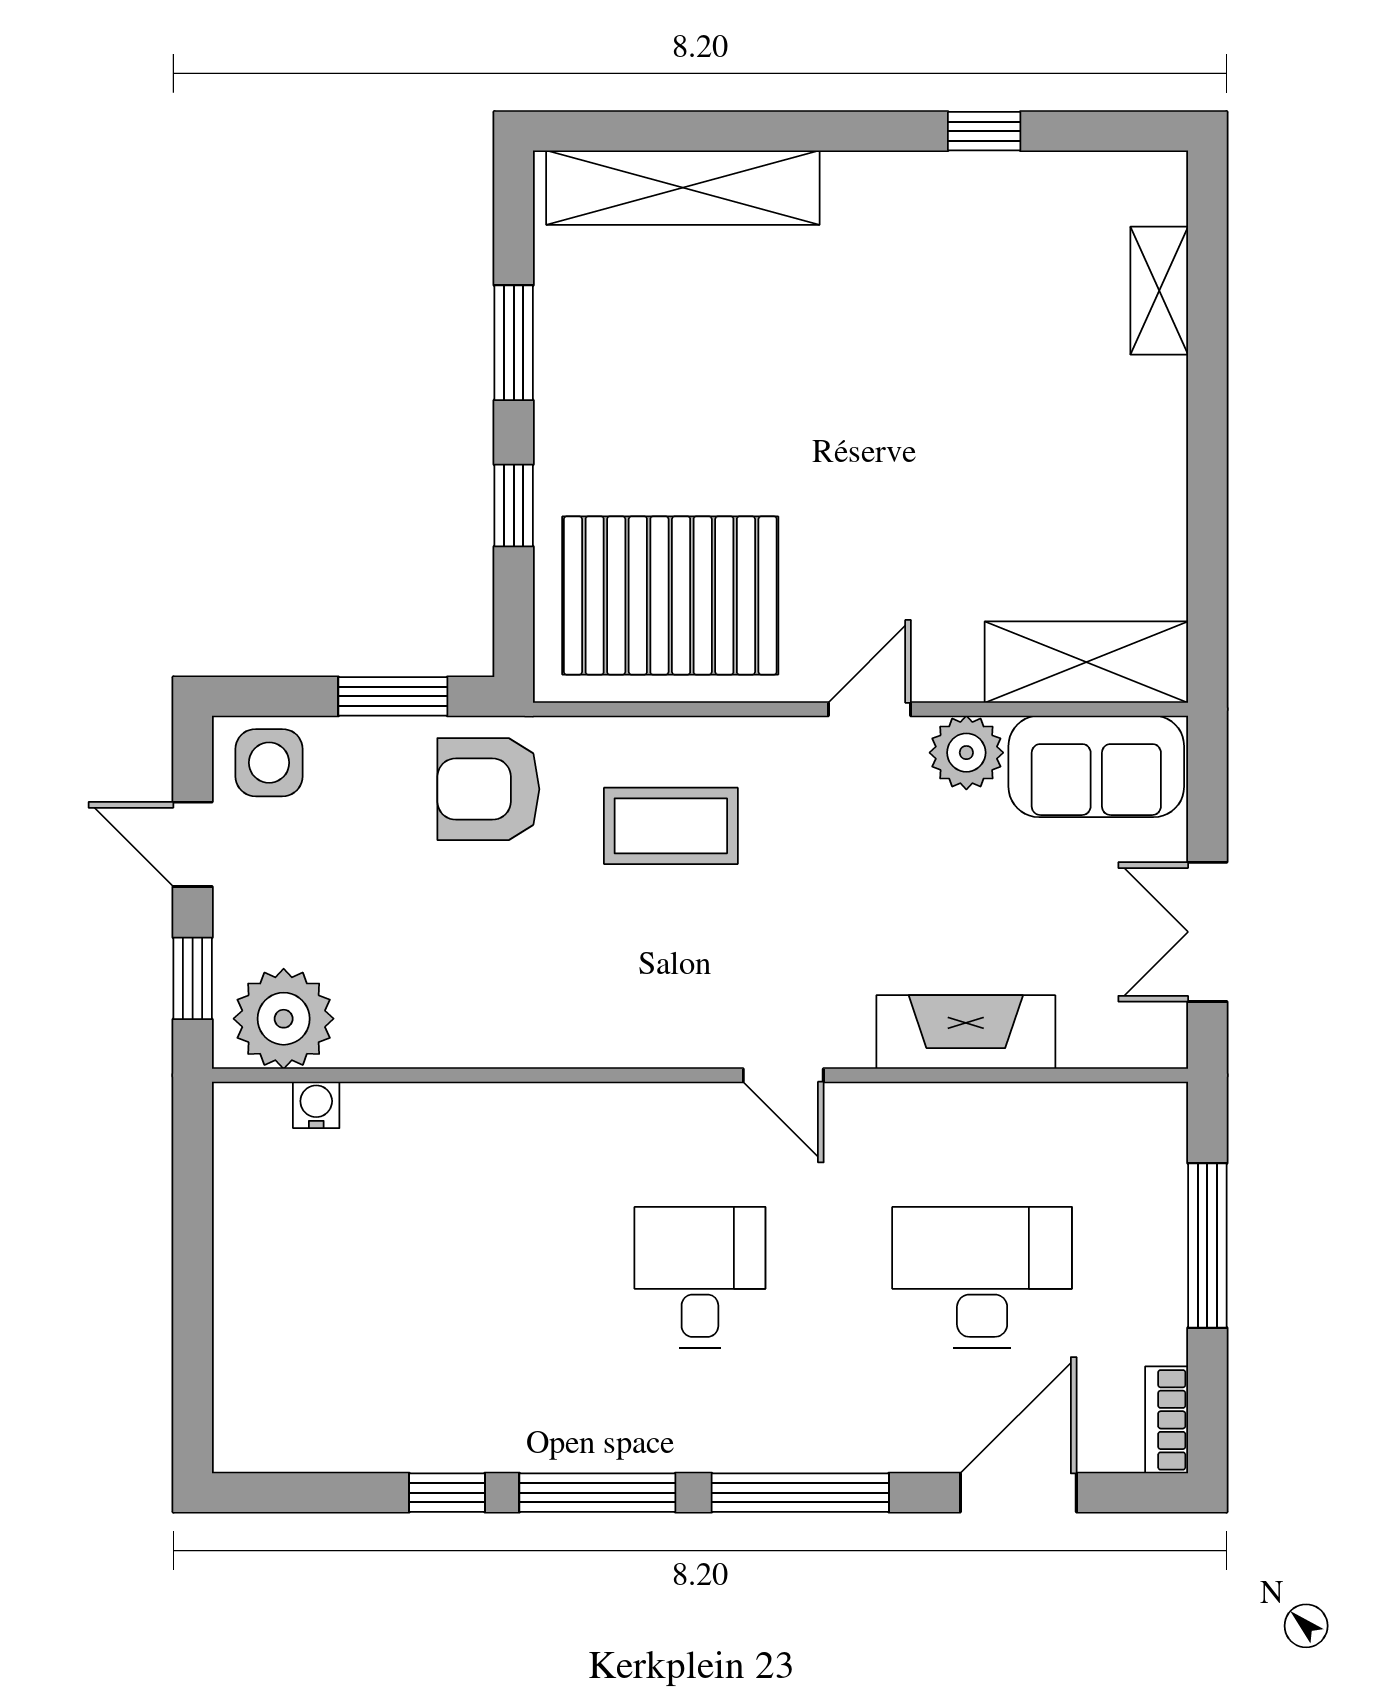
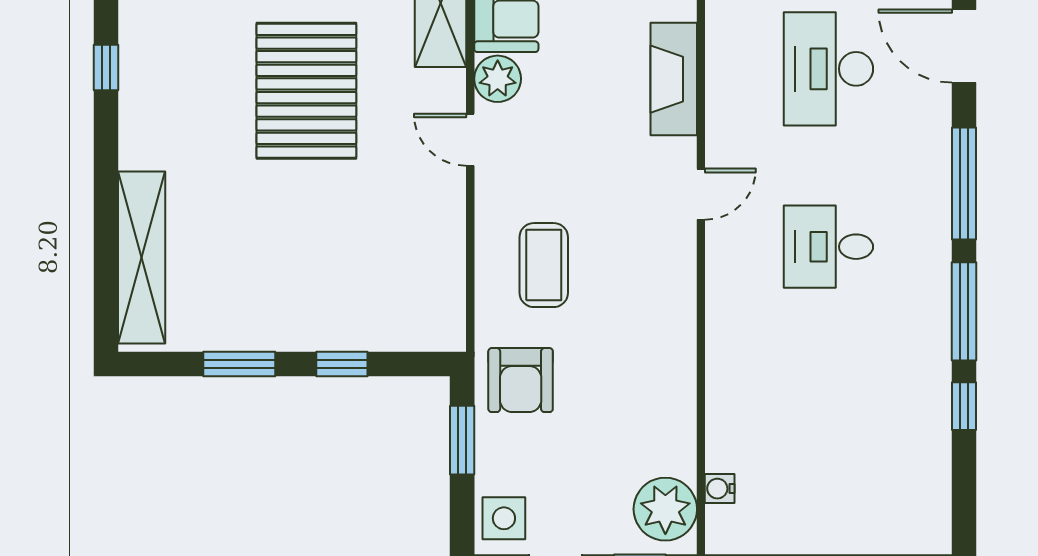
pallet: (670, 595) -> (306, 91), moved

